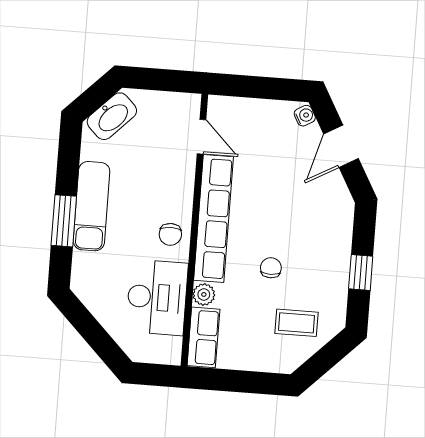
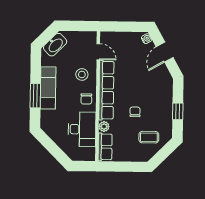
stool: (164, 182) -> (82, 74), added

